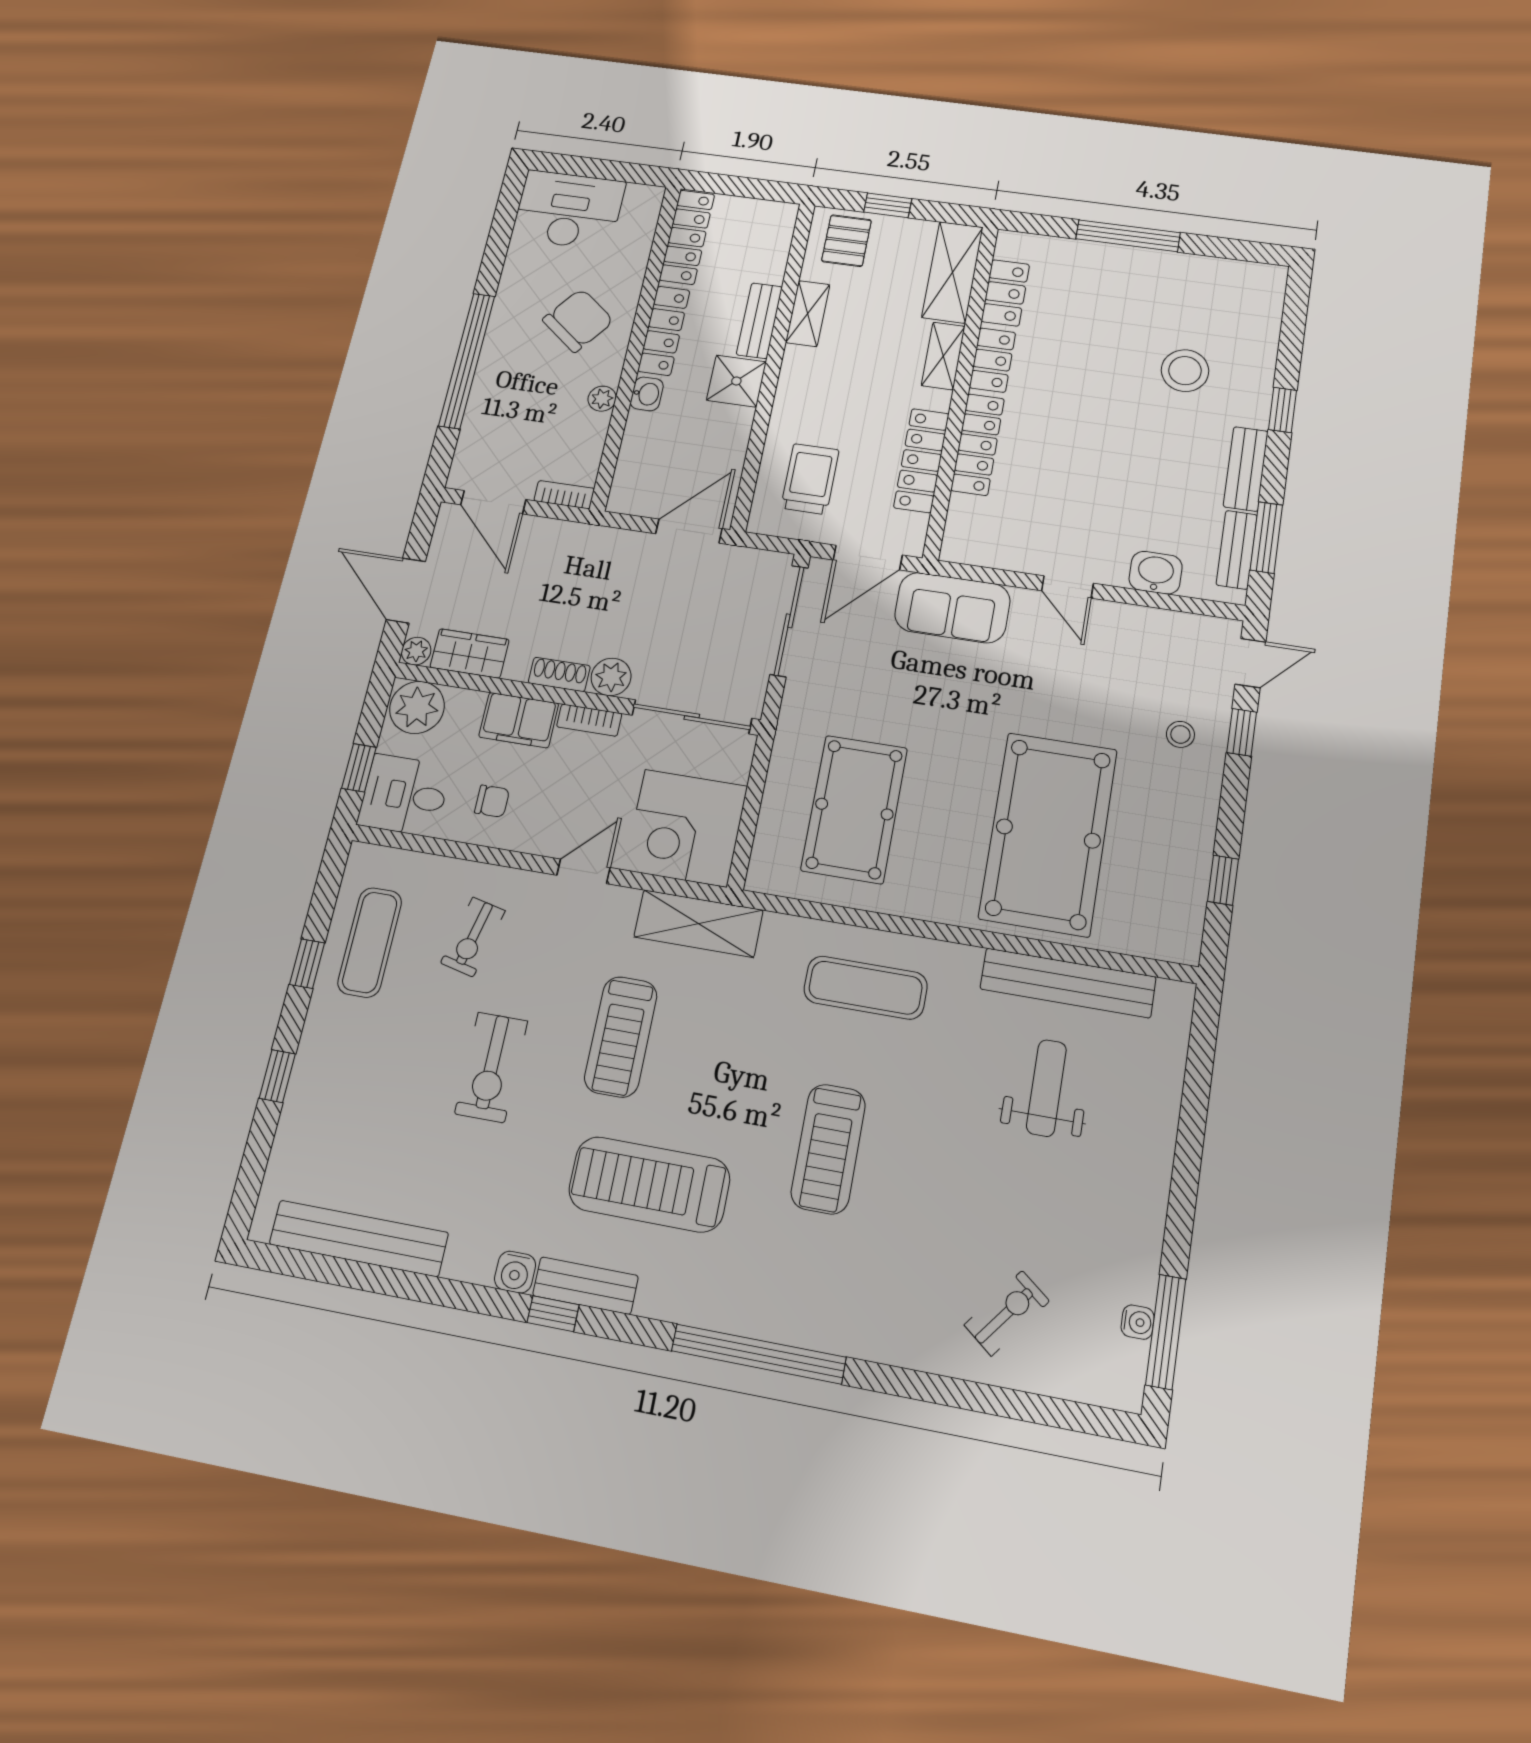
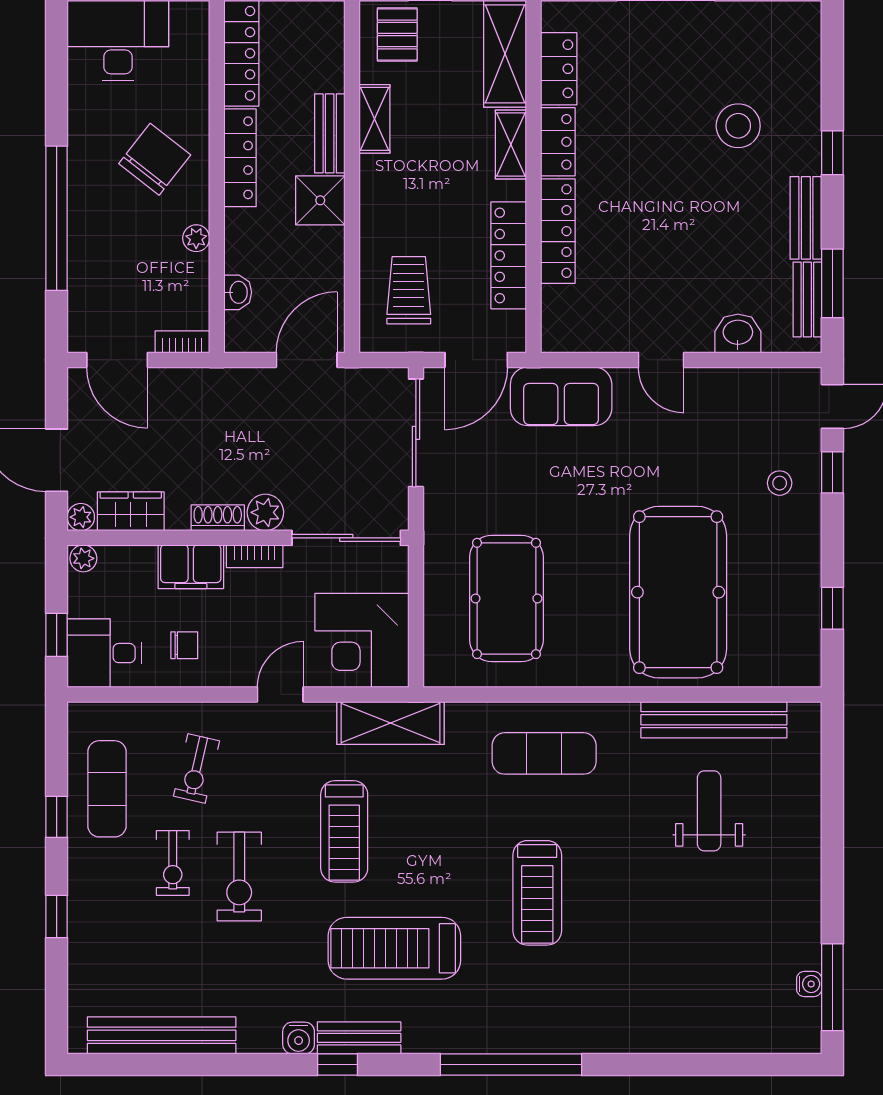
washbasin: (647, 394) -> (238, 292), moved
plant: (417, 707) -> (83, 558), width x0.53, depth x0.53
exercise bike: (1007, 1313) -> (173, 863), moved, turned 142

